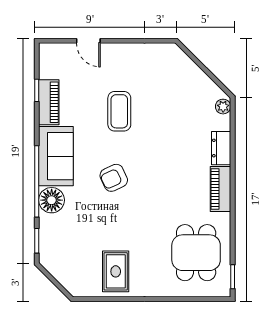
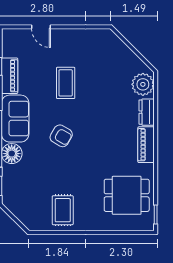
plant: (223, 107) -> (143, 84), width x1.88, depth x1.88
armchair: (114, 178) -> (61, 136), turned -125
dining table: (196, 253) -> (127, 195), turned 90

